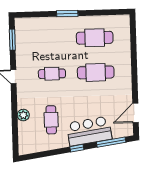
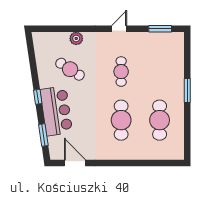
cafe table: (51, 120) -> (70, 69), turned 33
window: (111, 142) -> (43, 135), width x0.69

